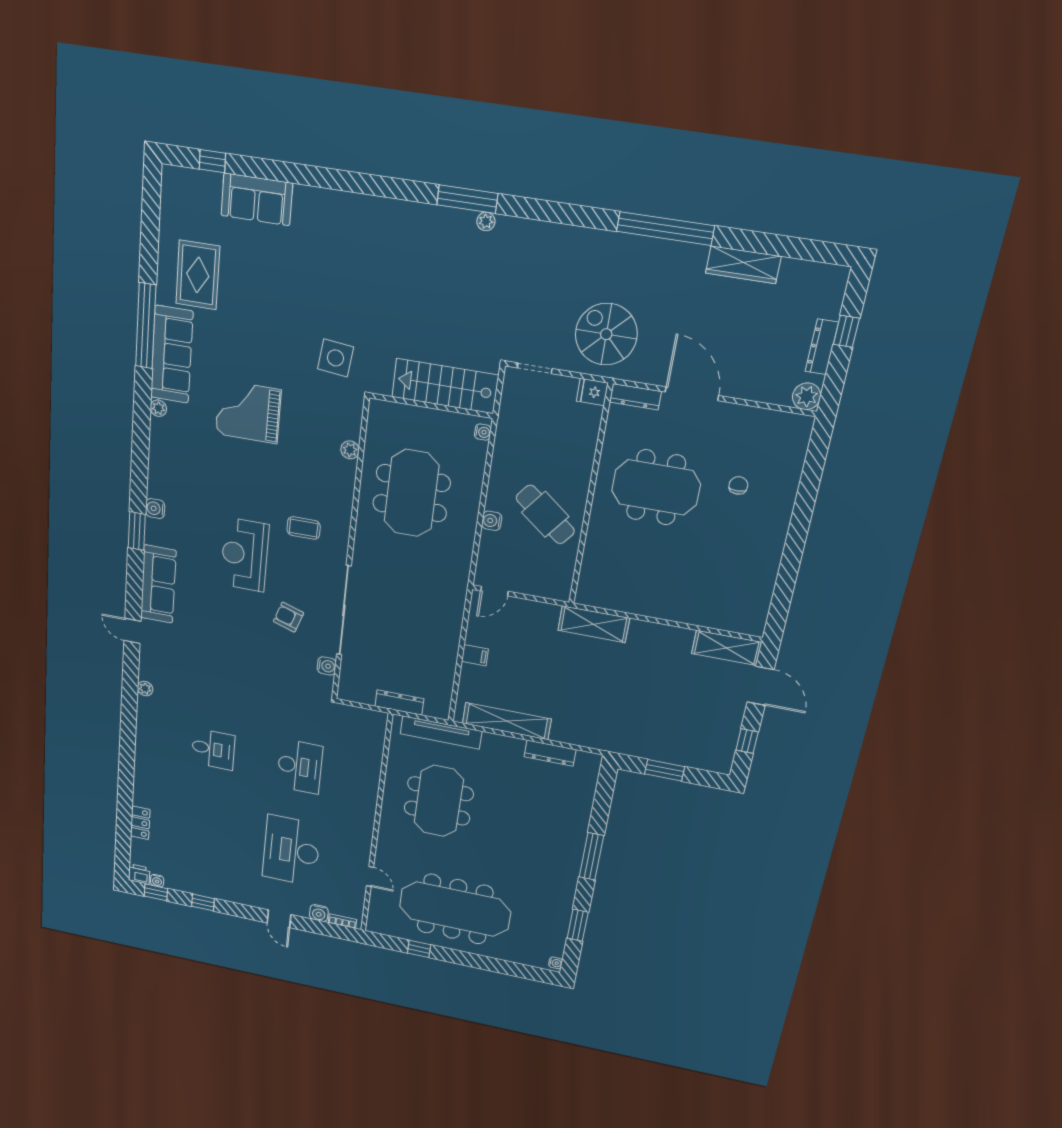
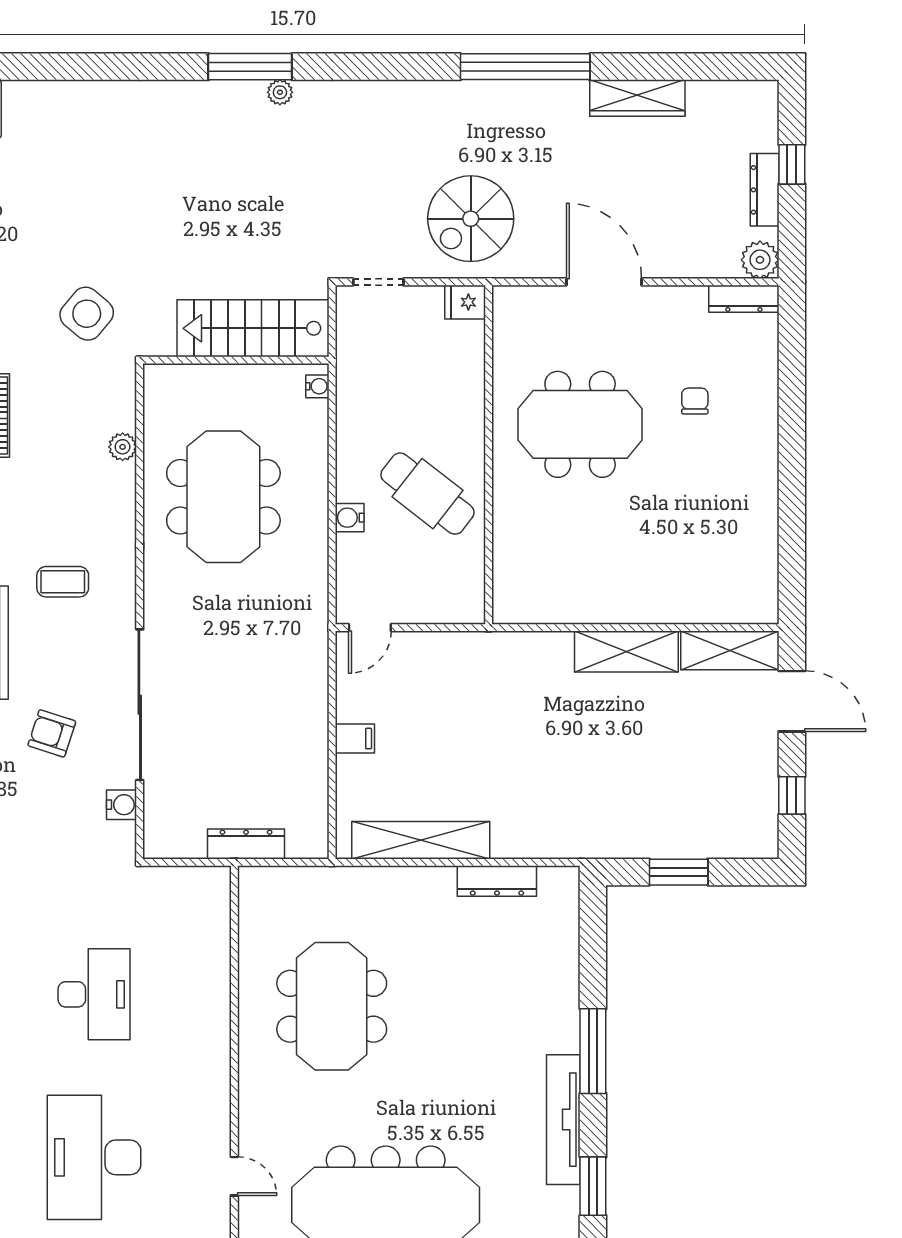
spiral stairs: (606, 334) -> (471, 219), turned -90
side table: (336, 358) -> (87, 314), turned 34
dresser: (635, 397) -> (744, 299), moved
shelving: (594, 624) -> (626, 651), moved
tv unit: (441, 732) -> (563, 1120), moved, turned 90

